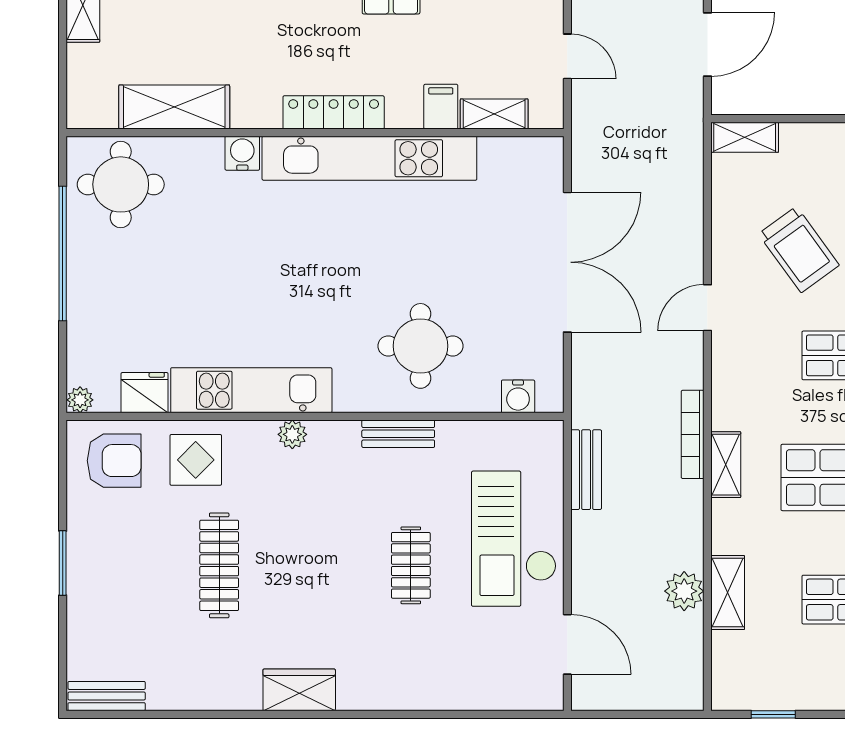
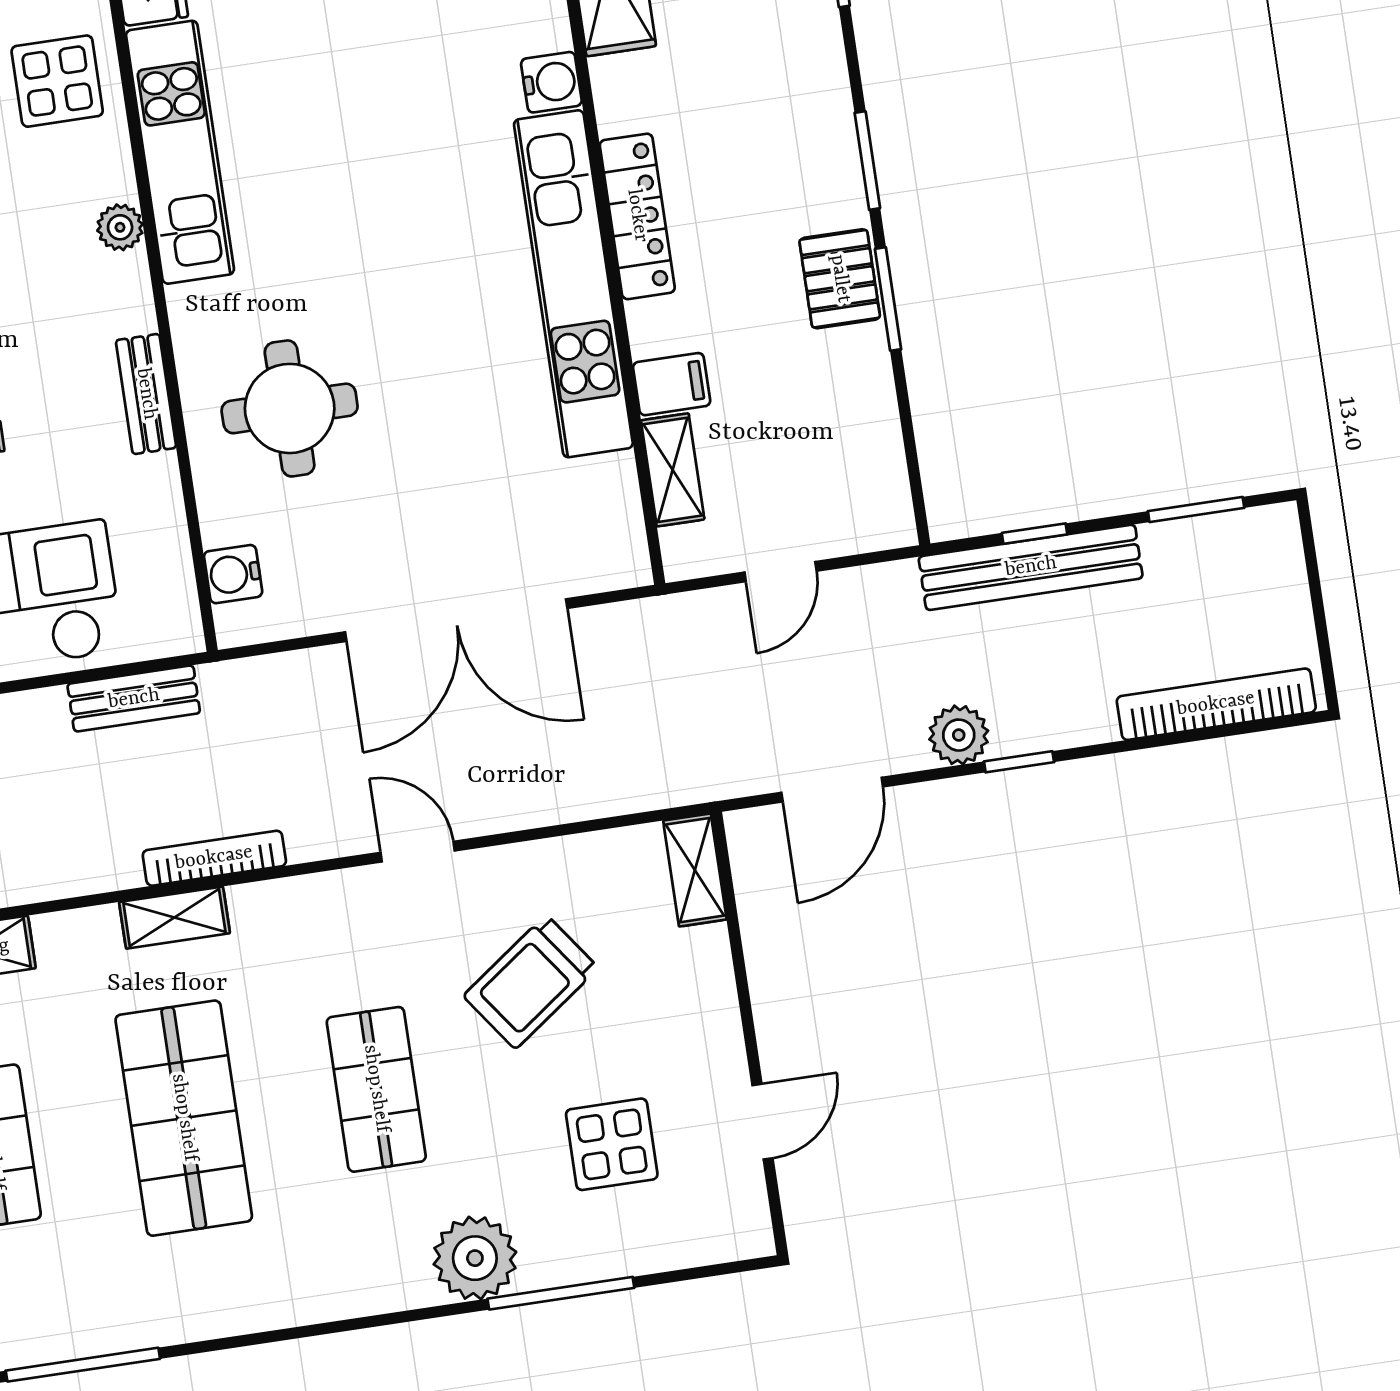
door: (707, 45) -> (832, 790), hinge flipped

